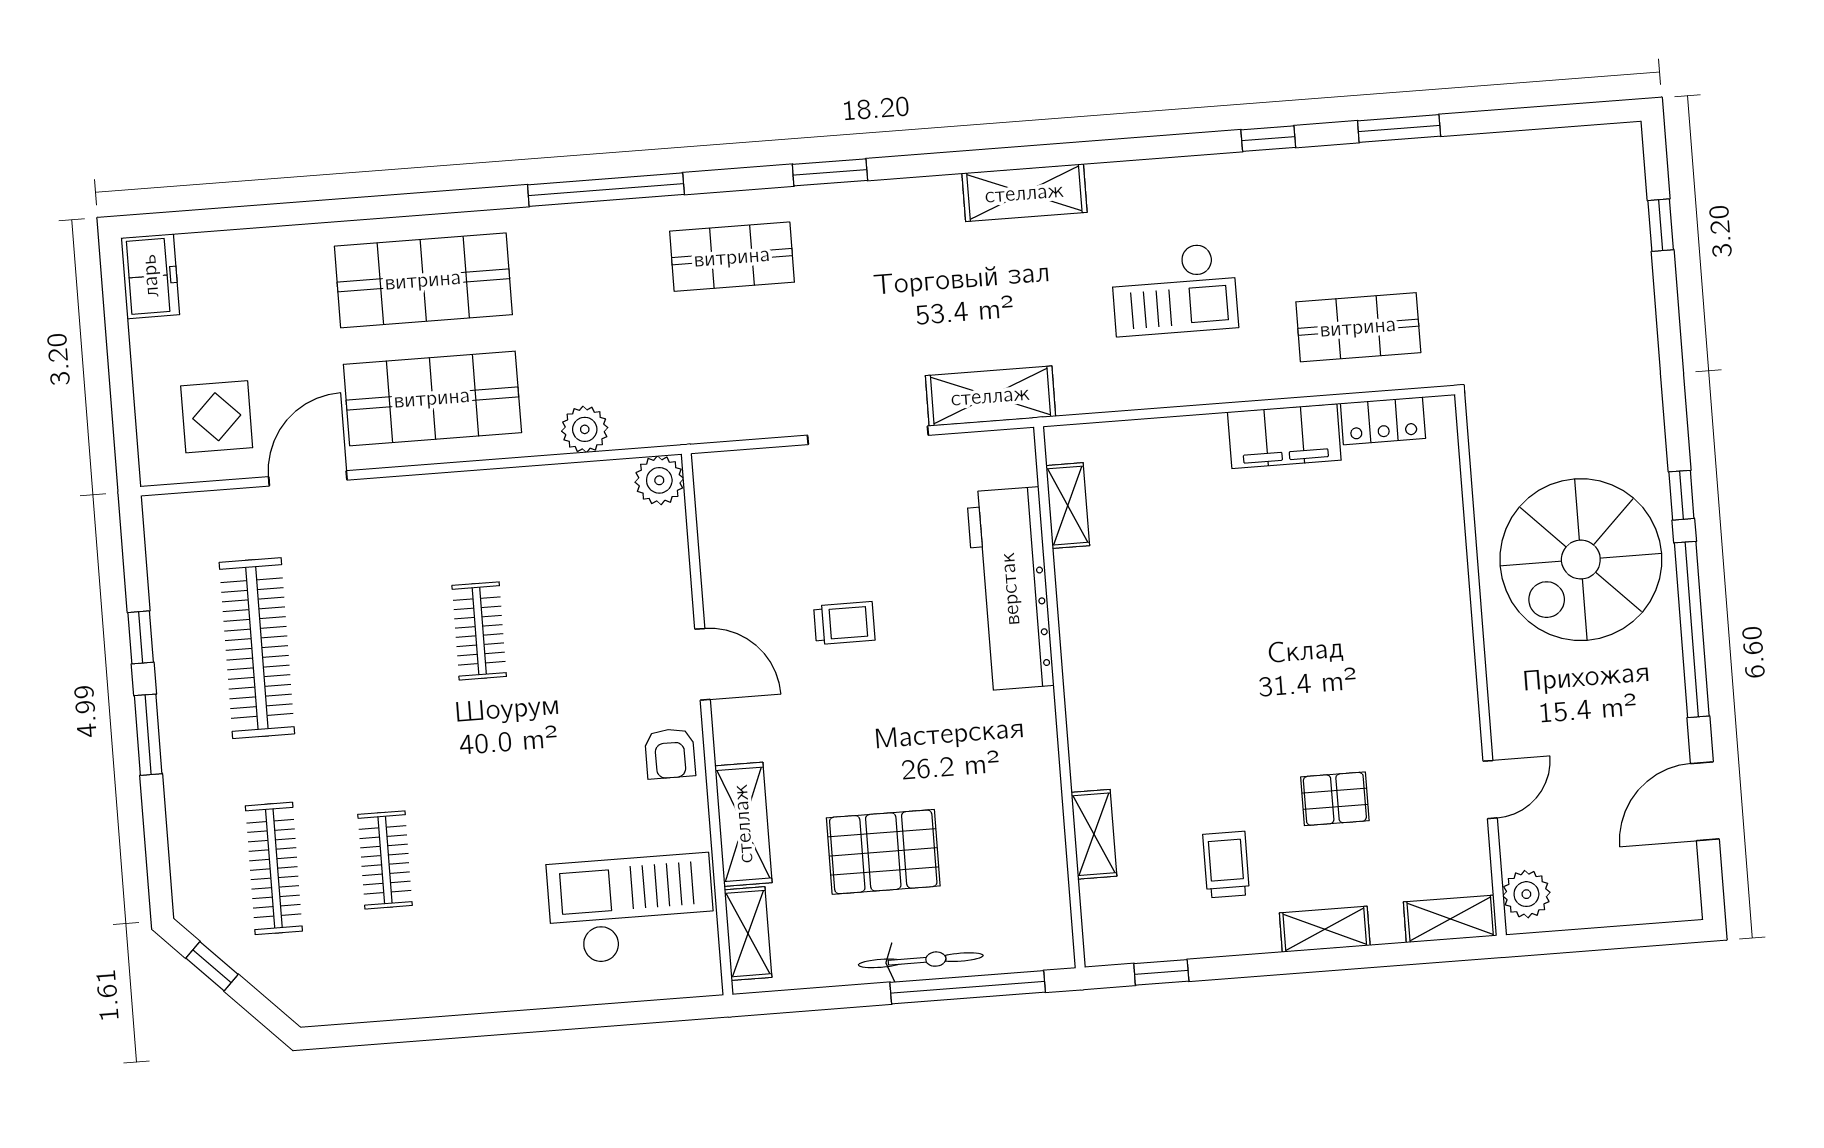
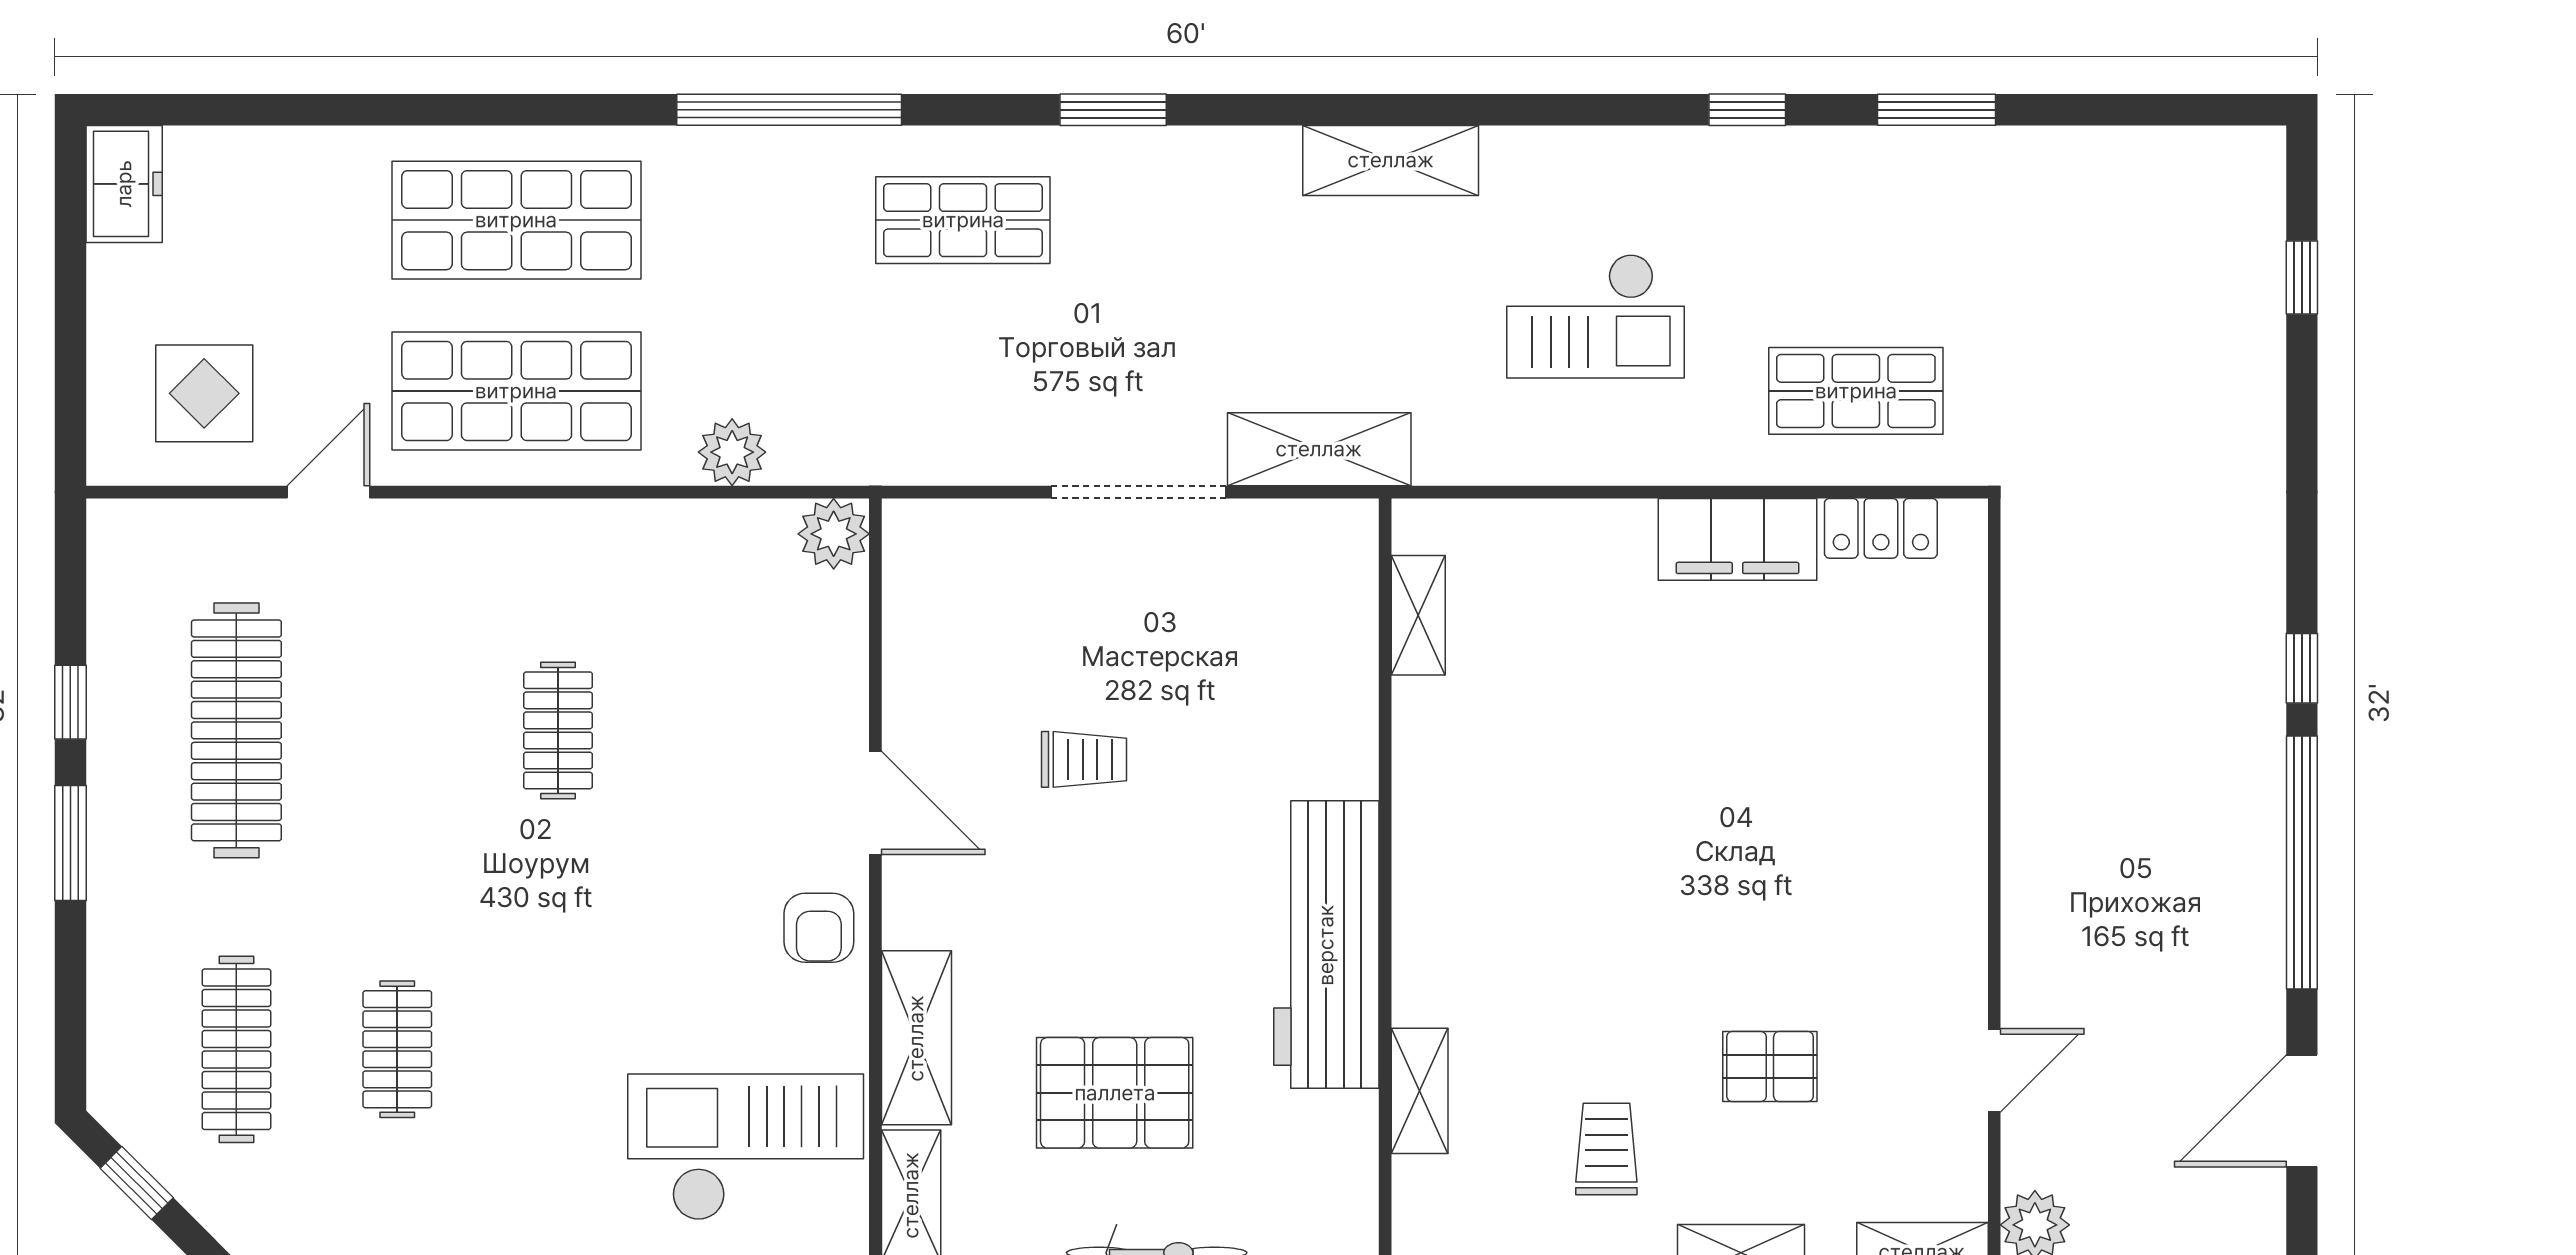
door: (308, 478) -> (328, 492), width x0.73
spiral stairs: (1581, 560) -> (2150, 750), removed
workbench: (1010, 589) -> (1326, 945), moved

